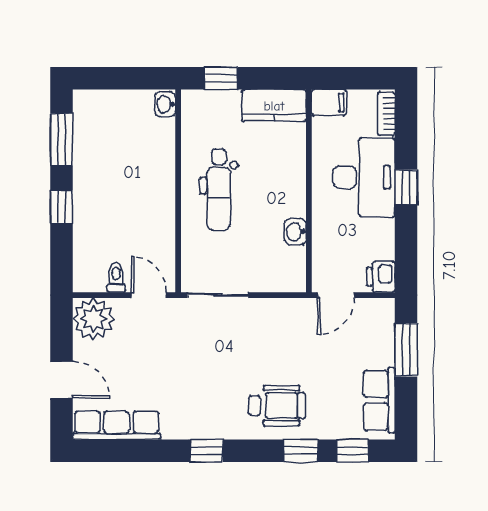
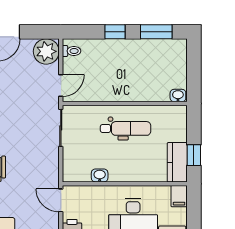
window: (221, 78) -> (194, 155), moved
dental chair: (219, 190) -> (126, 128), turned 180
toilet: (116, 278) -> (72, 51), moved

